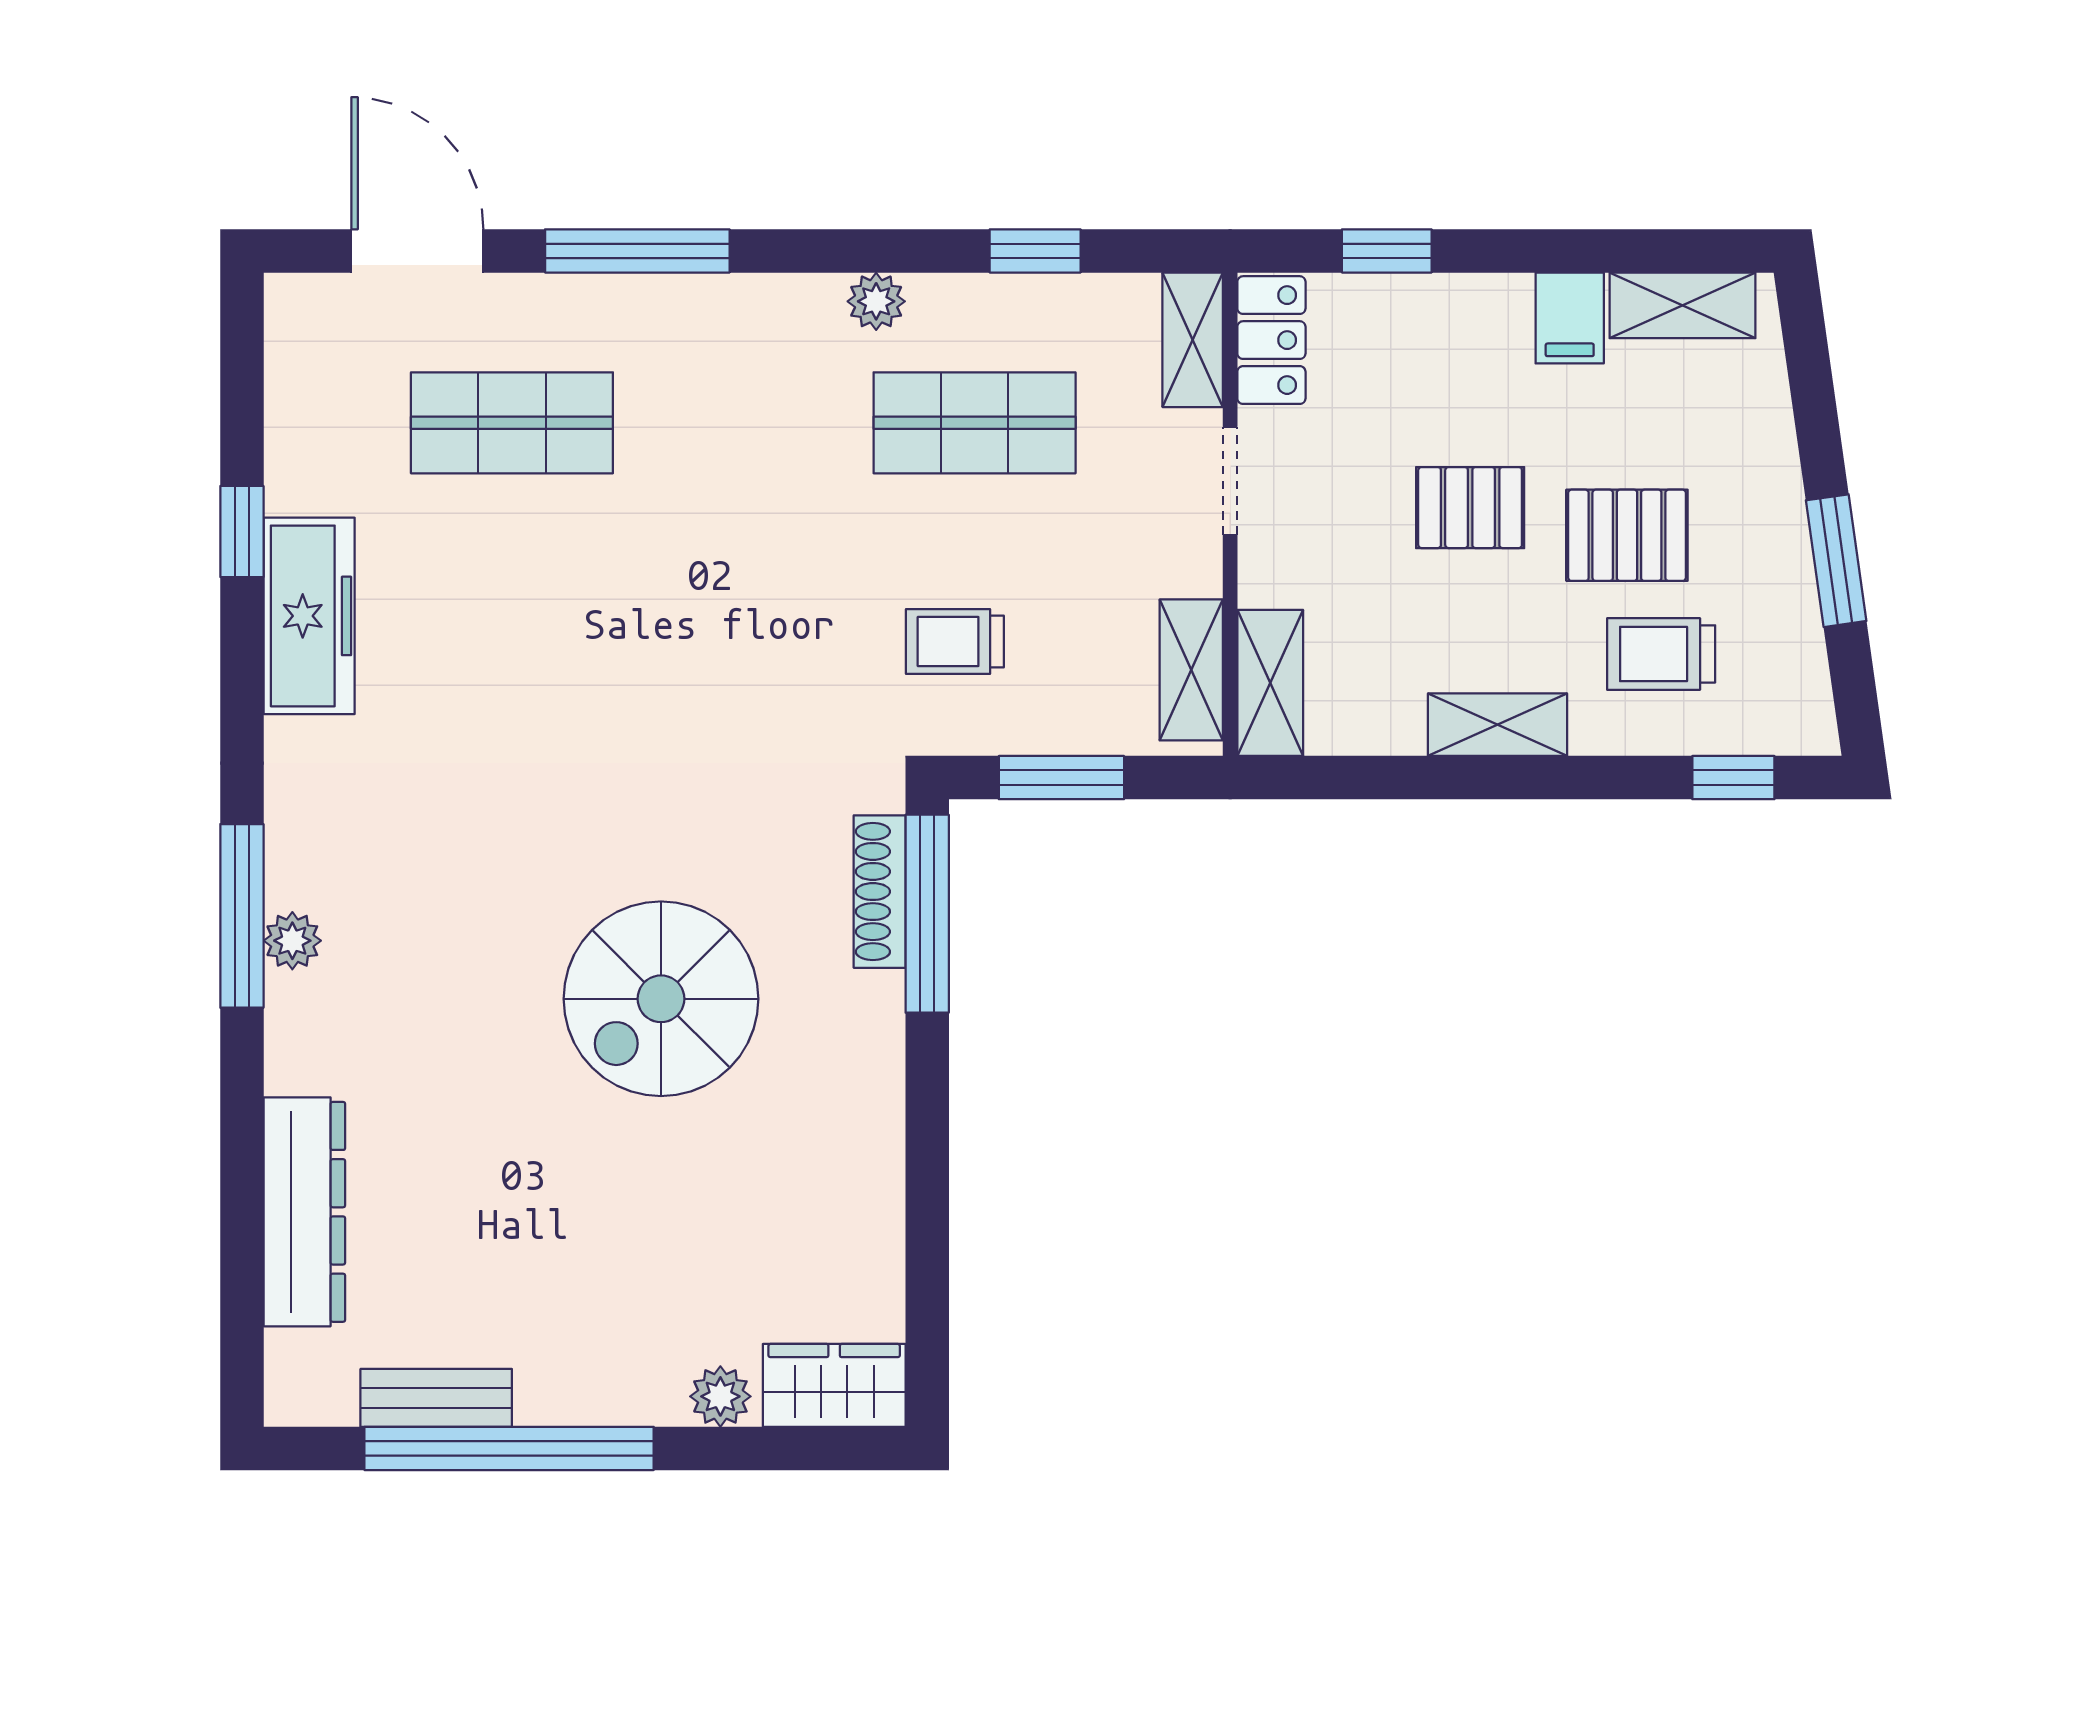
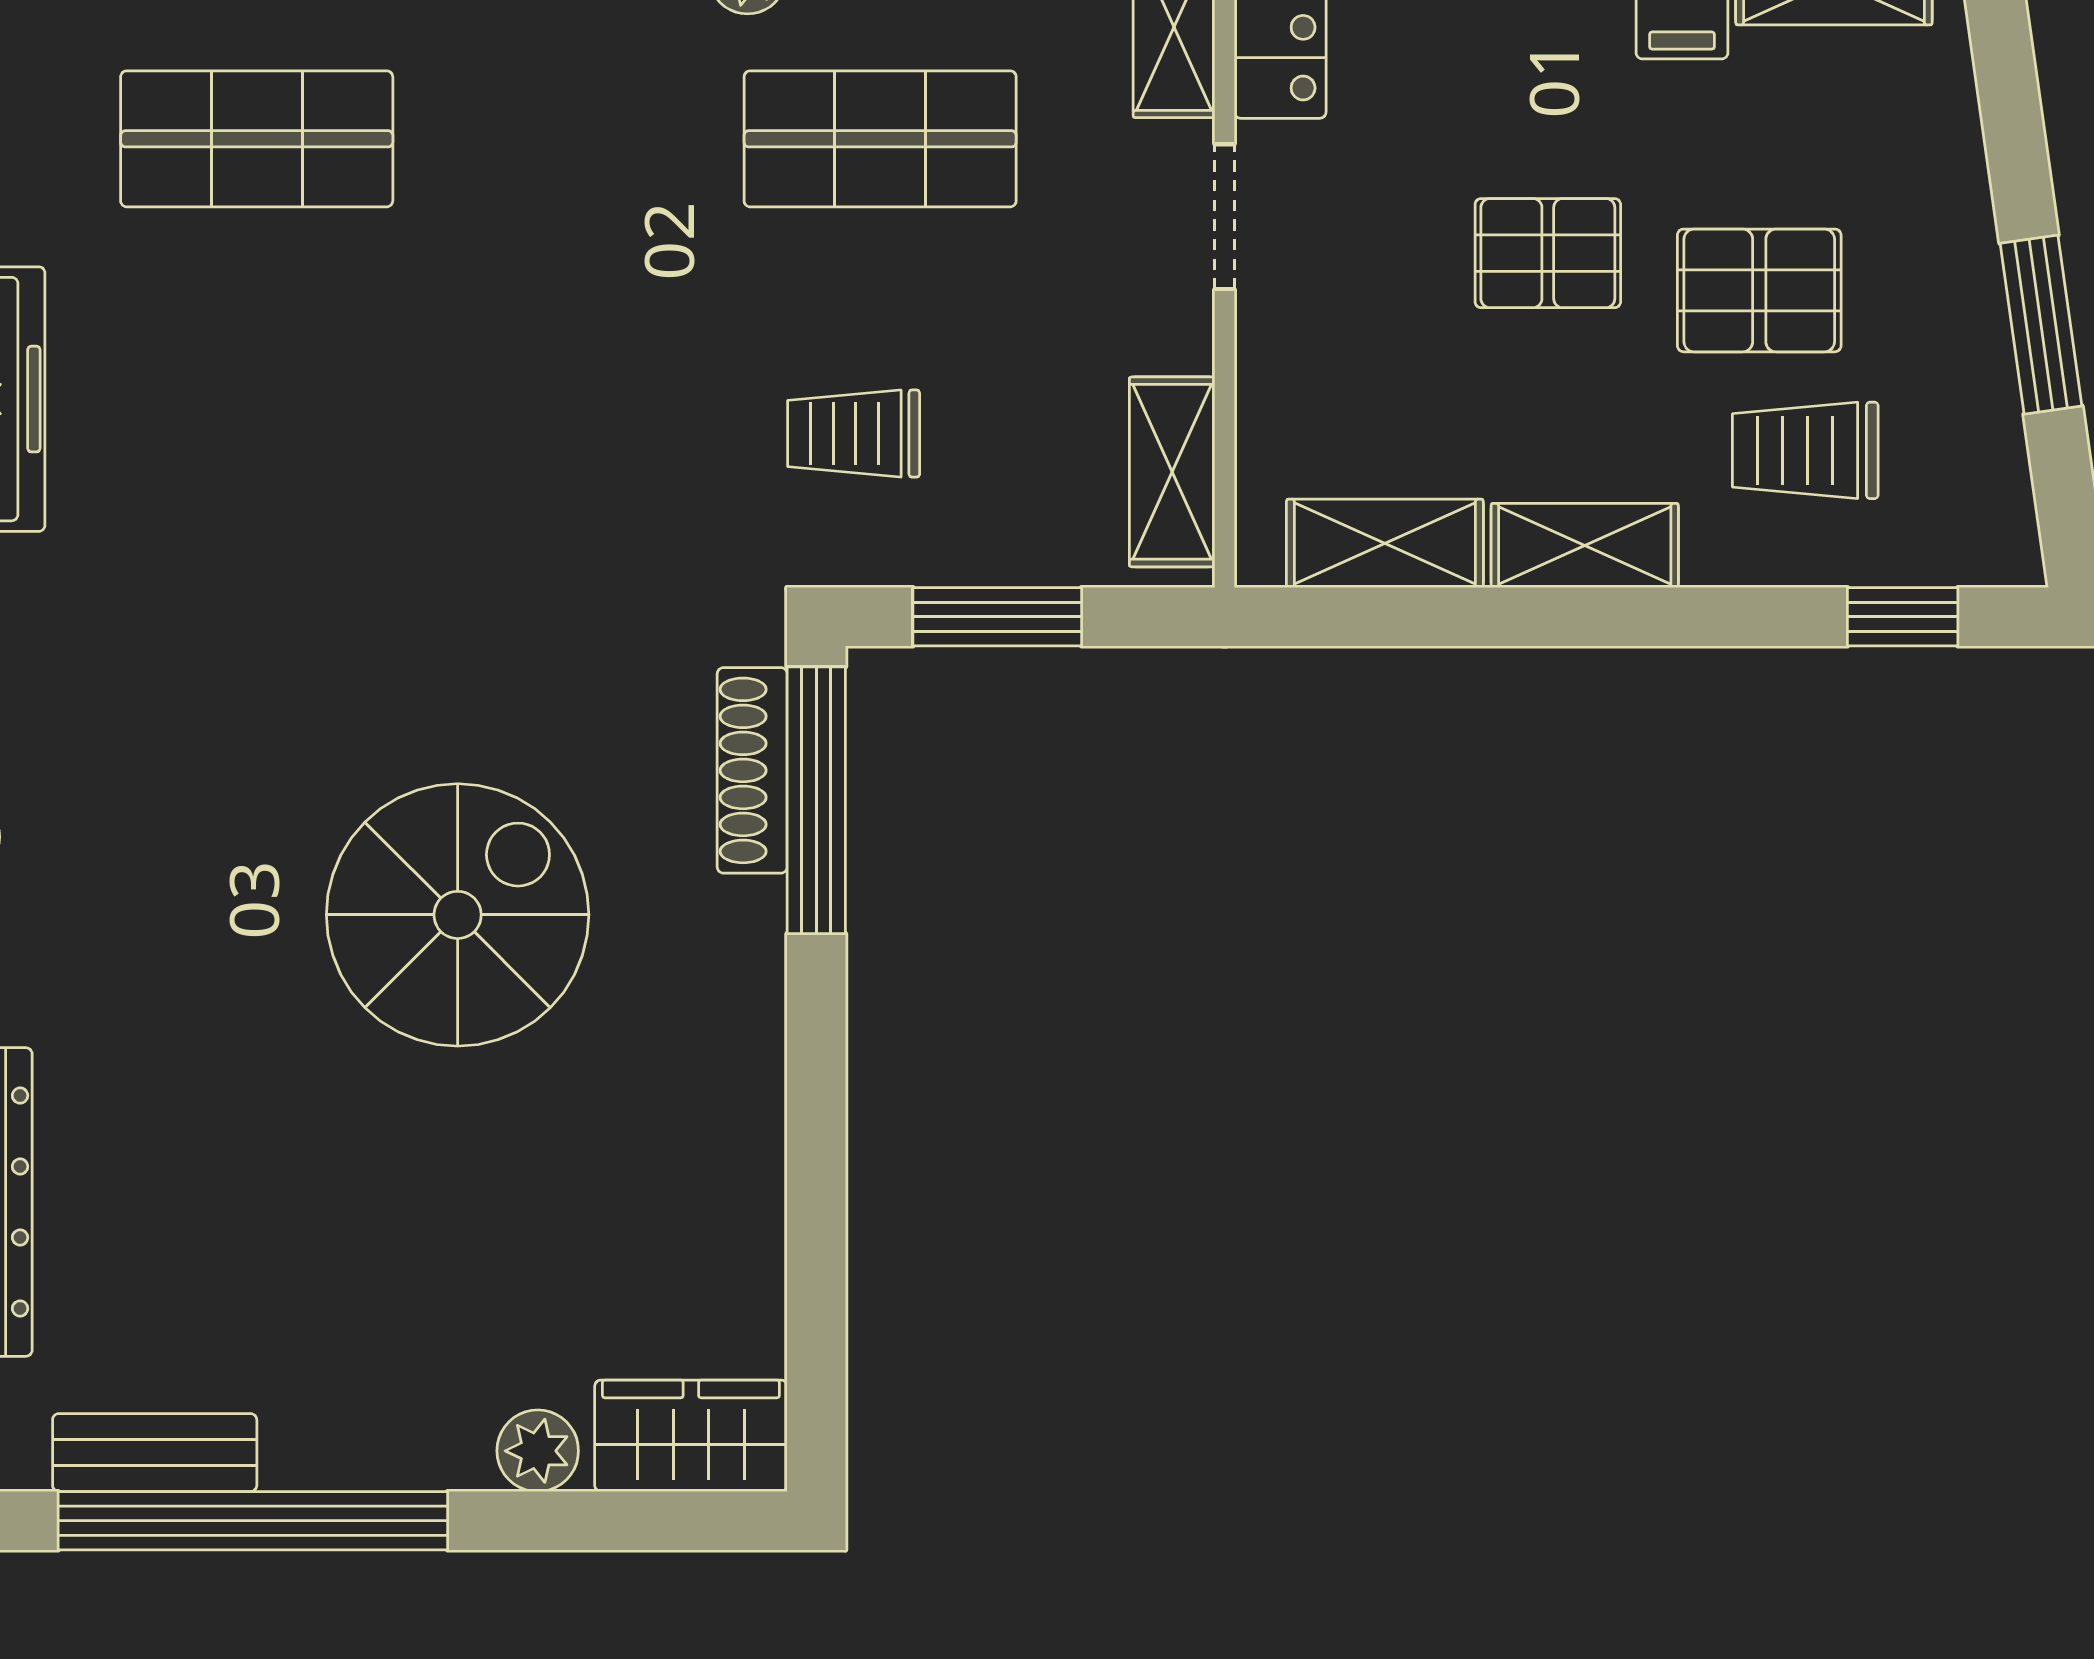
shelving: (1270, 683) -> (1385, 543), moved, turned 90
spiral stairs: (661, 999) -> (458, 915), turned 180

